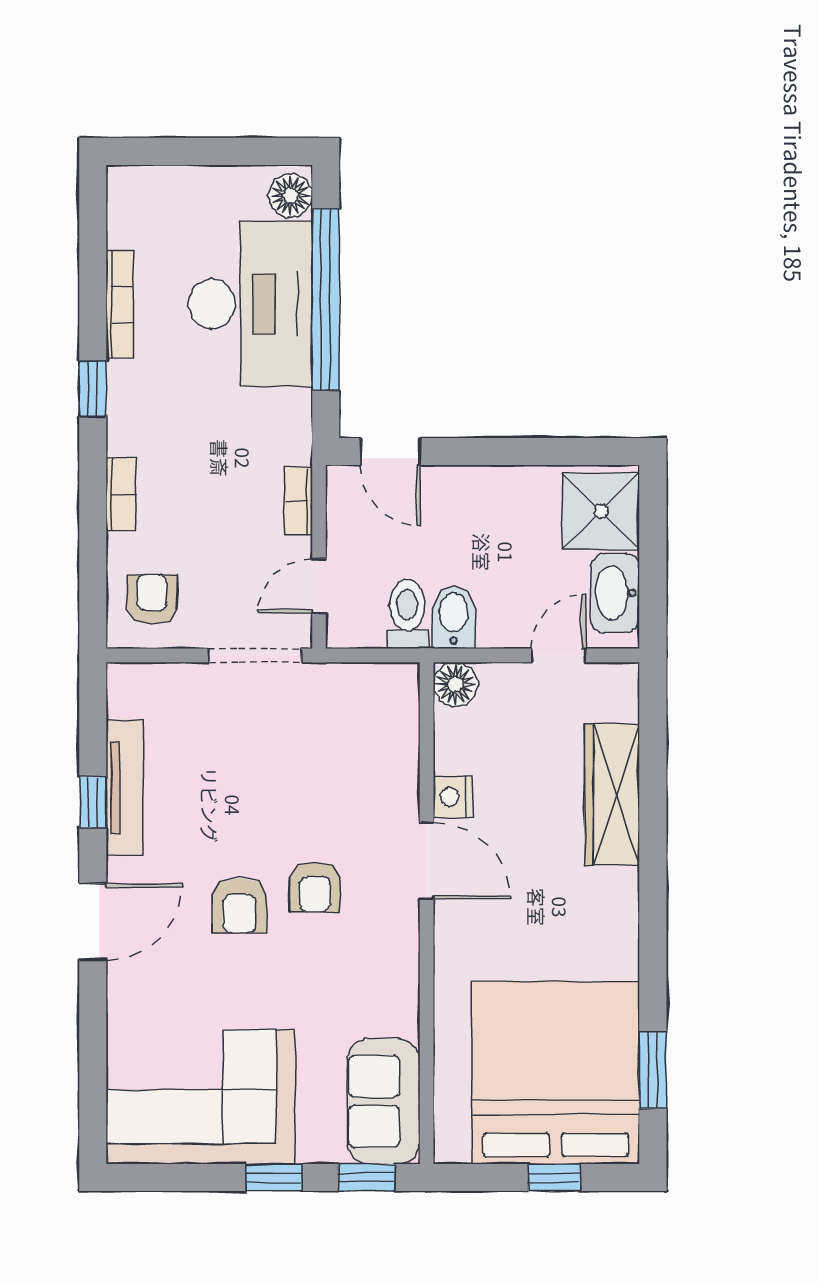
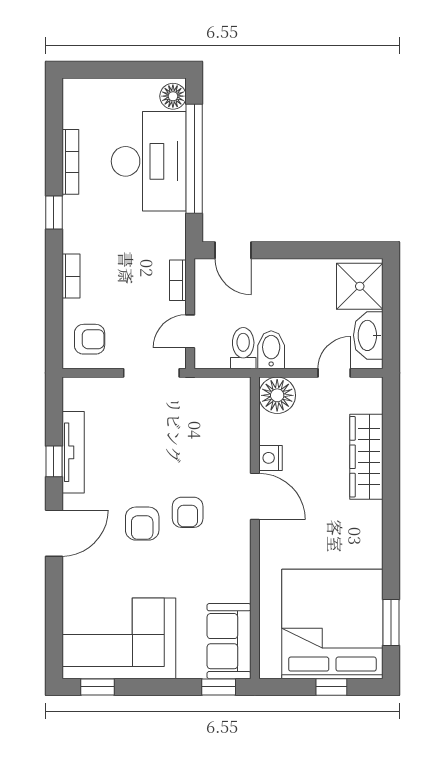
armchair: (152, 599) -> (90, 339), turned 90
floor lamp: (455, 684) -> (277, 395), width x1.38, depth x1.38
window: (274, 1177) -> (98, 687), moved

